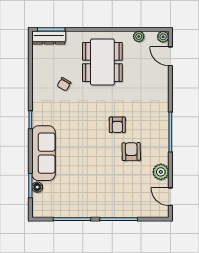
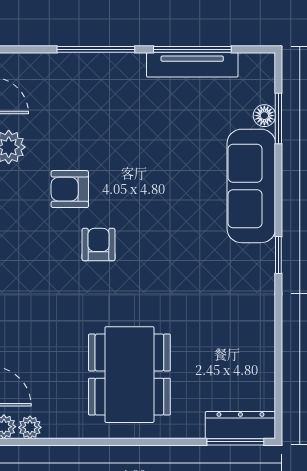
plant: (139, 36) -> (30, 427), moved
chair: (64, 84) -> (209, 328), removed
armchair: (131, 152) -> (70, 189), turned 91
tv unit: (72, 212) -> (192, 65), added

